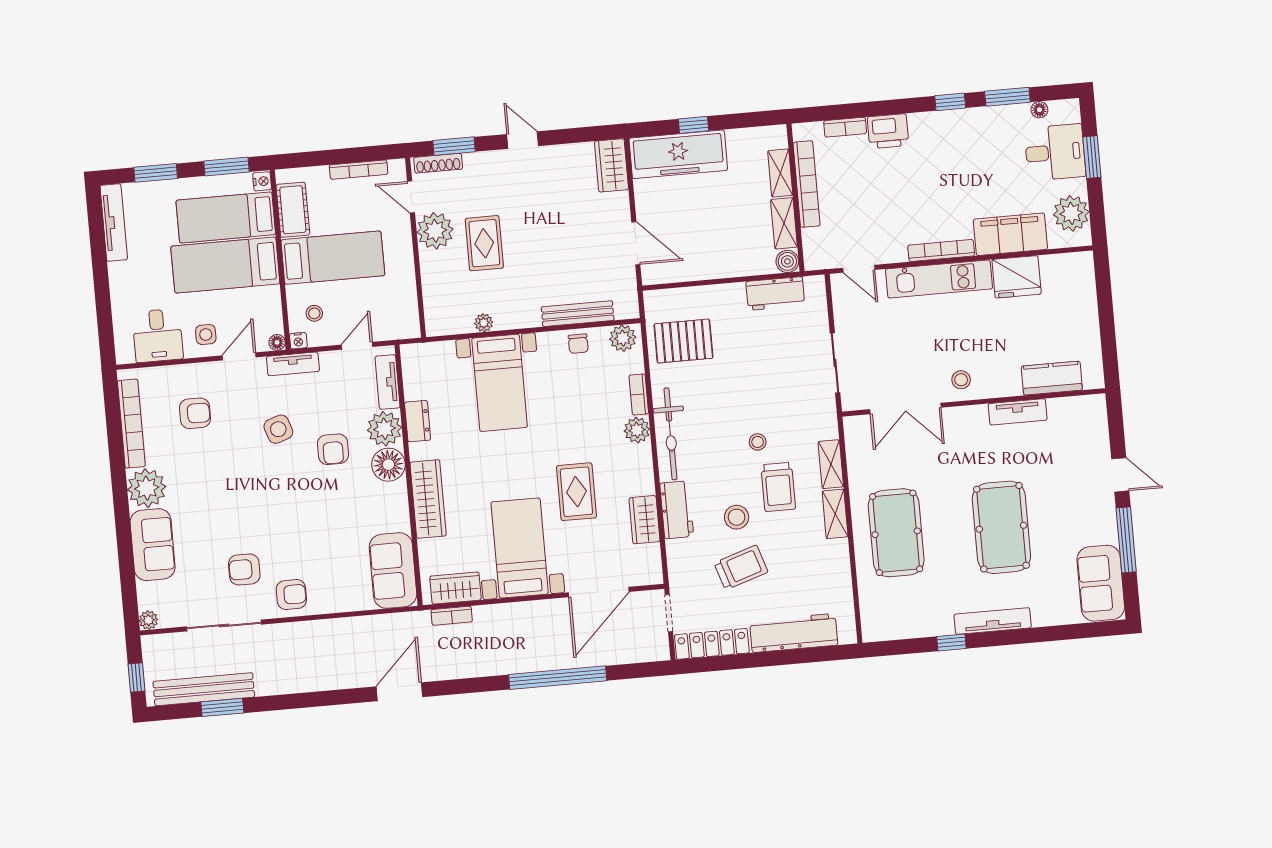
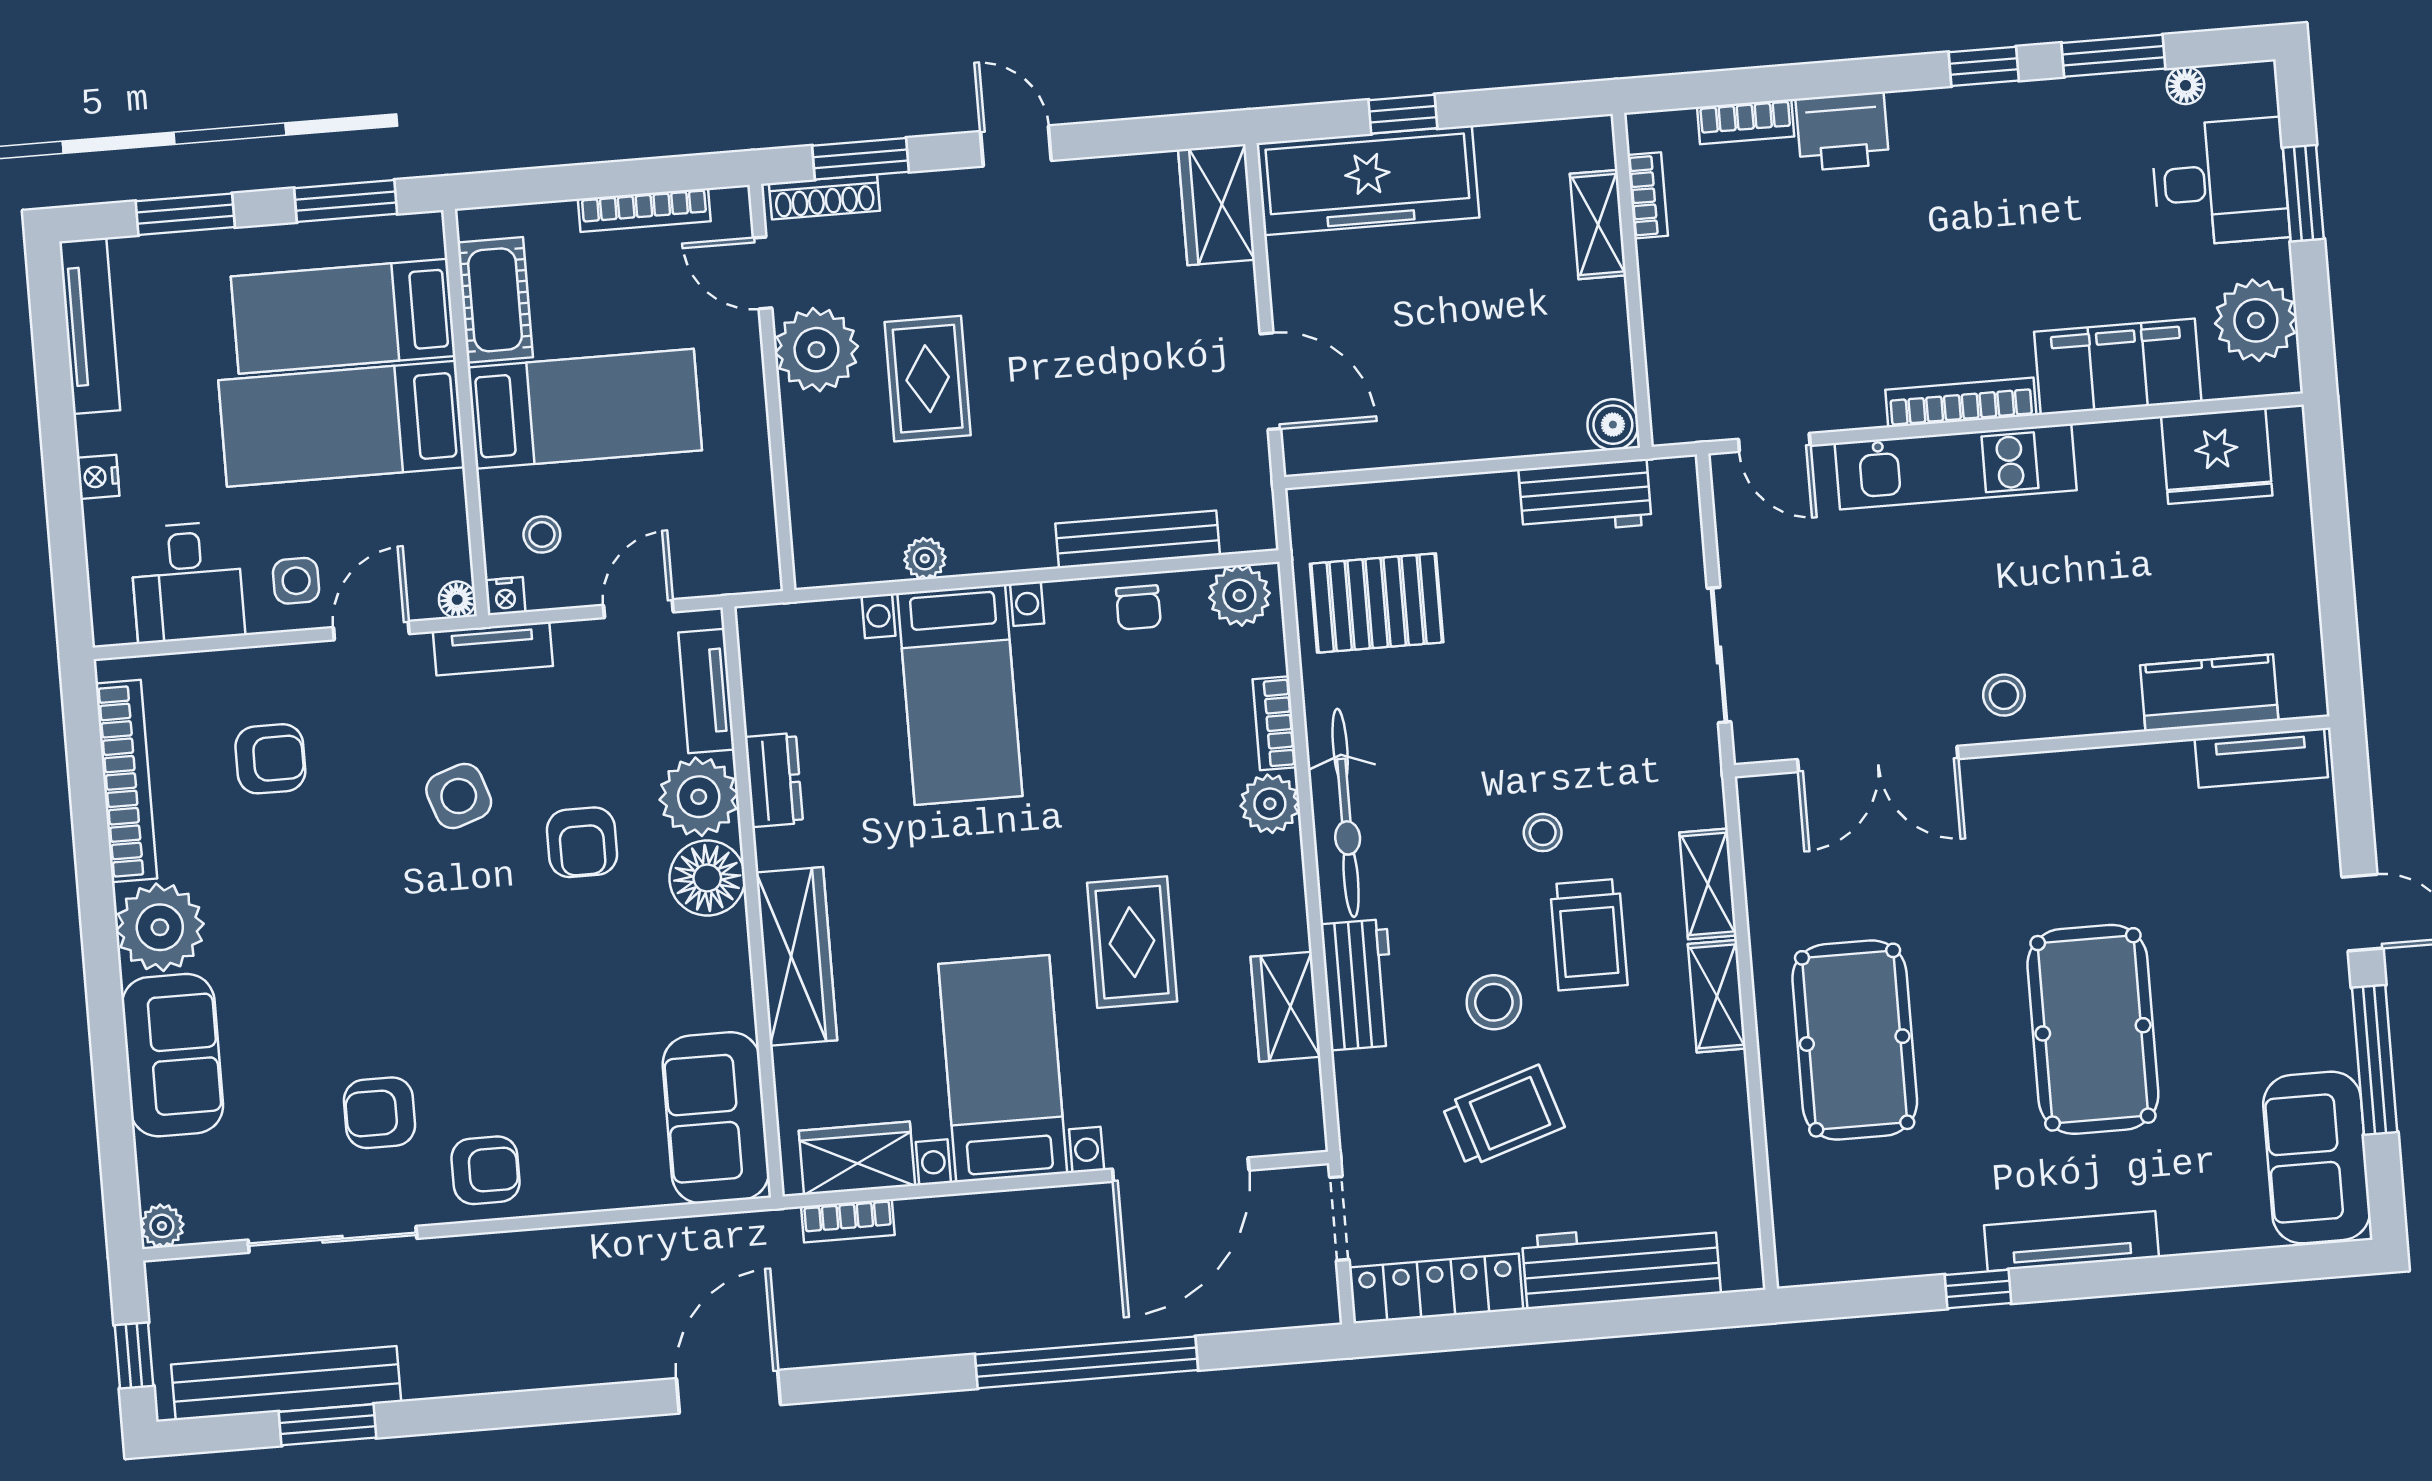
nightstand: (262, 181) -> (98, 477), moved, turned 180
bookcase: (807, 184) -> (1648, 195), width x0.43, depth x0.76
shelving: (784, 223) -> (1606, 338), removed
fridge: (1017, 277) -> (2217, 456), moved
tv unit: (1018, 412) -> (2261, 758), moved

